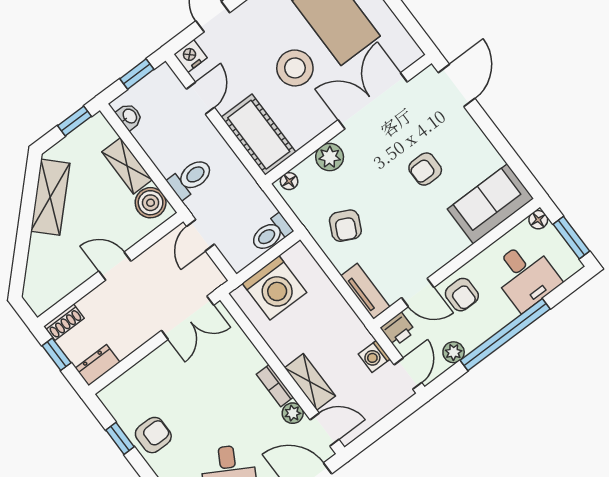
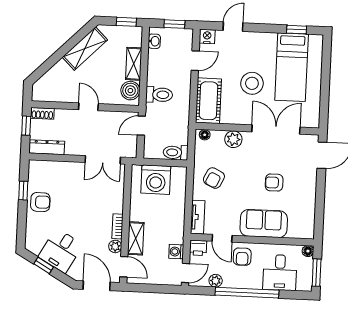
sofa: (490, 204) -> (264, 223), moved
dresser: (98, 365) -> (47, 147), width x1.44

